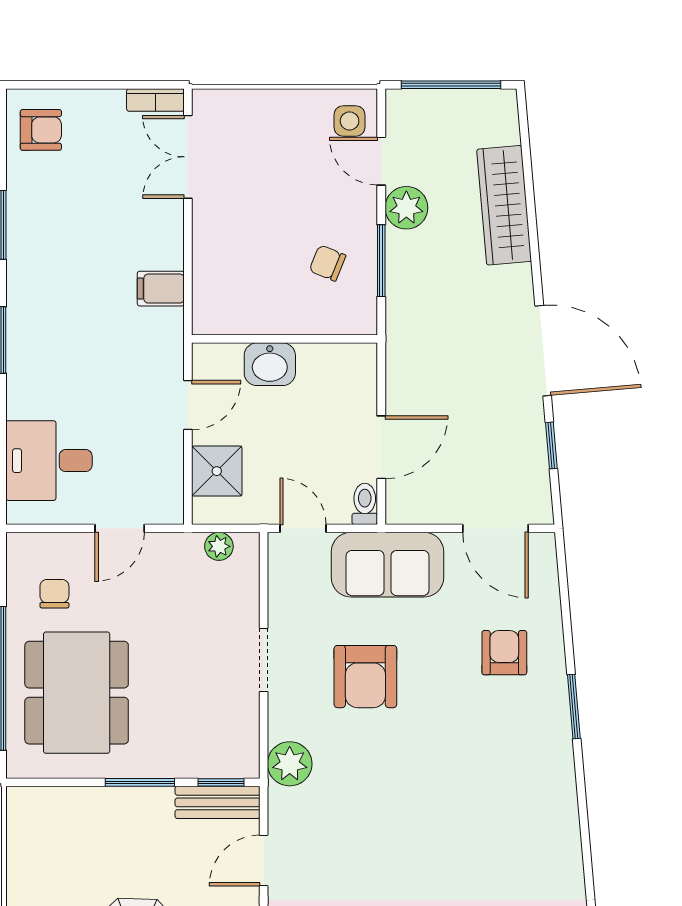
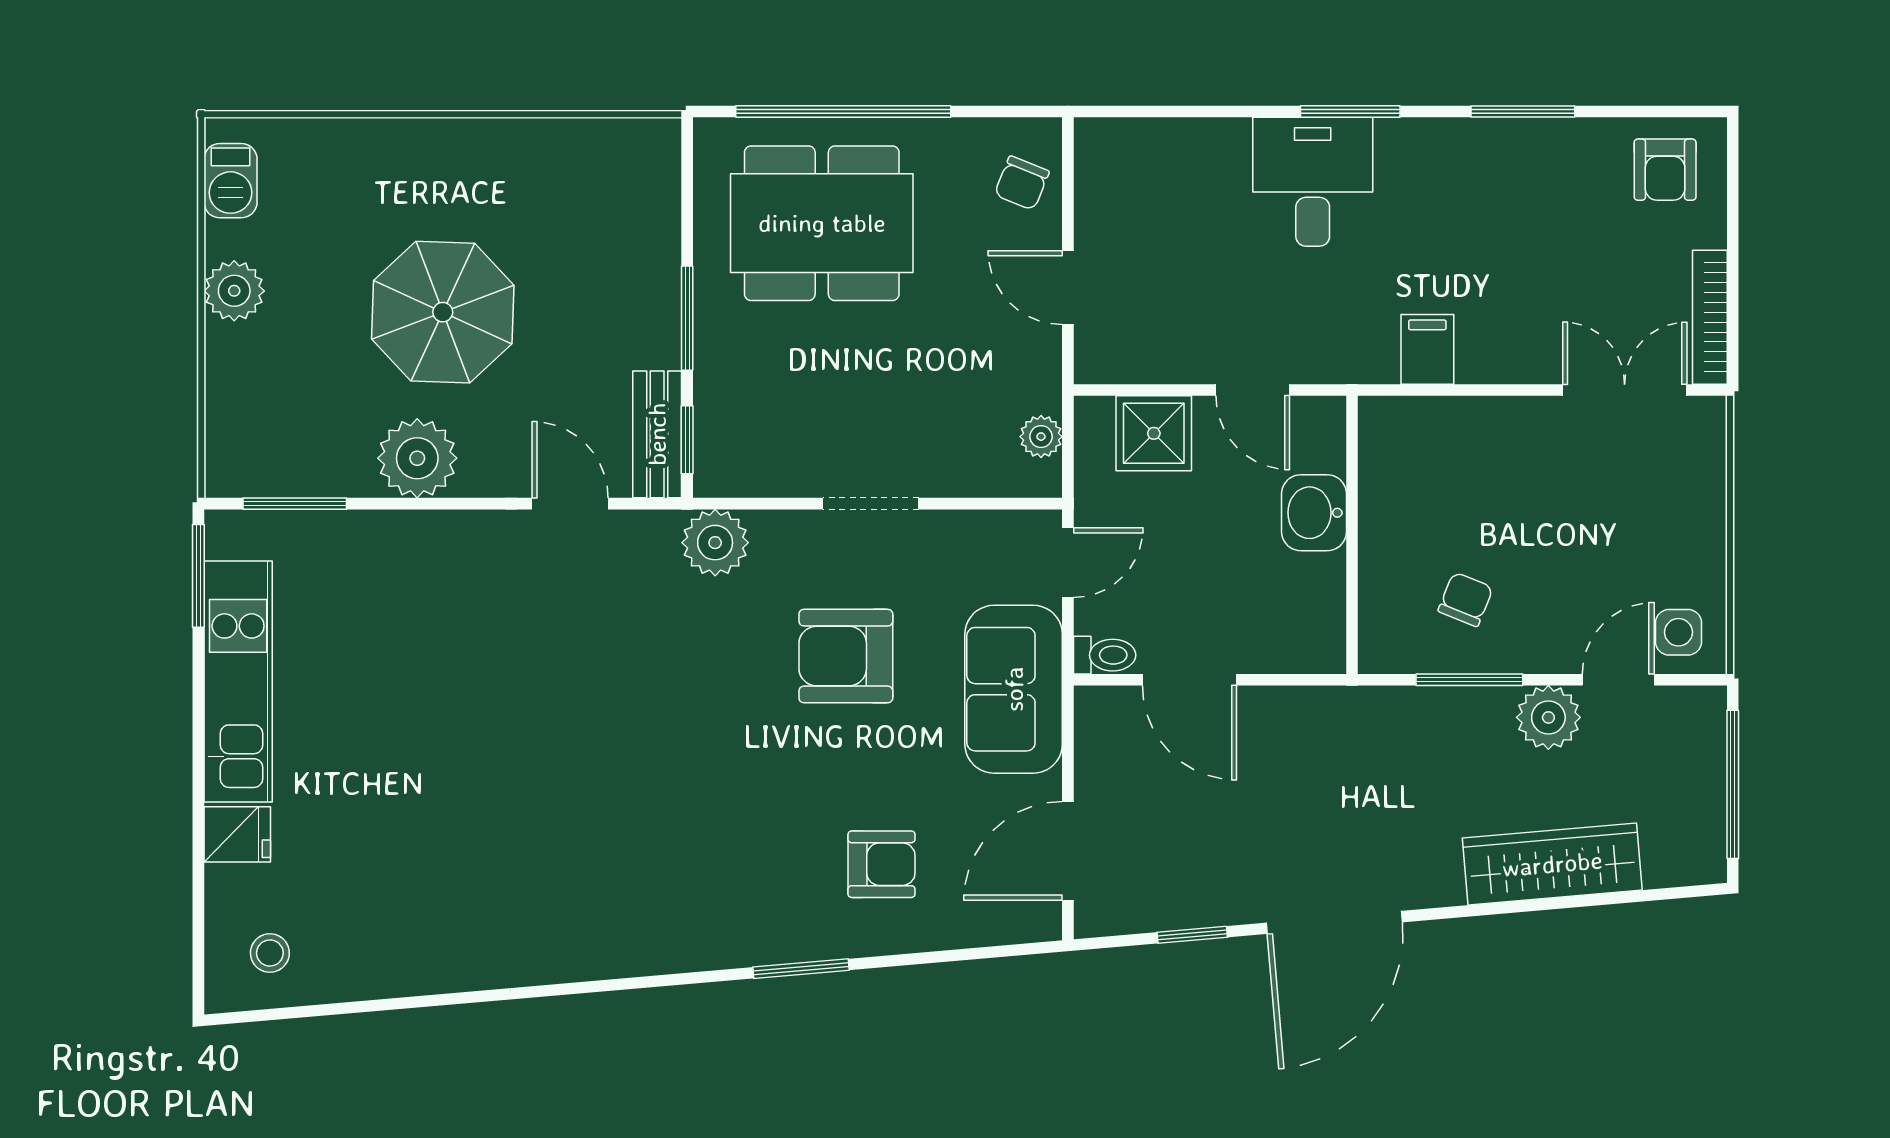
bookcase: (155, 100) -> (1710, 317), width x1.56
desk: (49, 461) -> (1313, 182), moved
chair: (54, 594) -> (1022, 183), moved, turned 112

